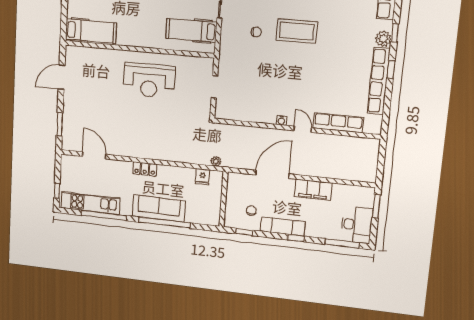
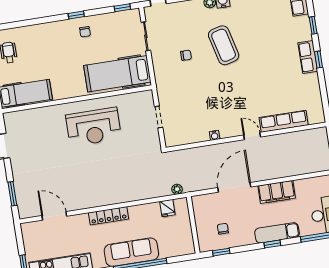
hospital bed: (191, 30) -> (117, 74), width x1.37, depth x1.29
coffee table: (297, 31) -> (224, 45), turned 76
plant: (383, 39) -> (304, 33), removed
row of seats: (379, 81) -> (308, 57), width x0.50
water cooler: (281, 120) -> (215, 135), moved
locker: (145, 169) -> (108, 216), width x1.53
exam couch: (283, 226) -> (277, 233), moved

